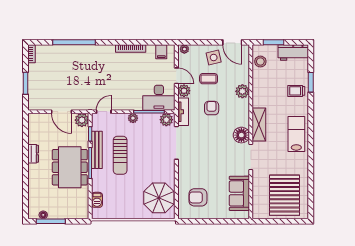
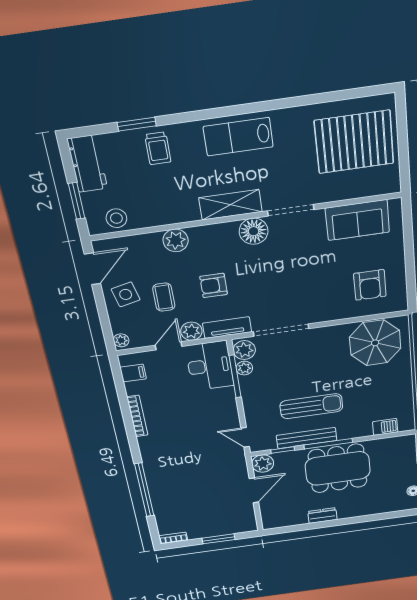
plant: (133, 118) -> (244, 368), moved

